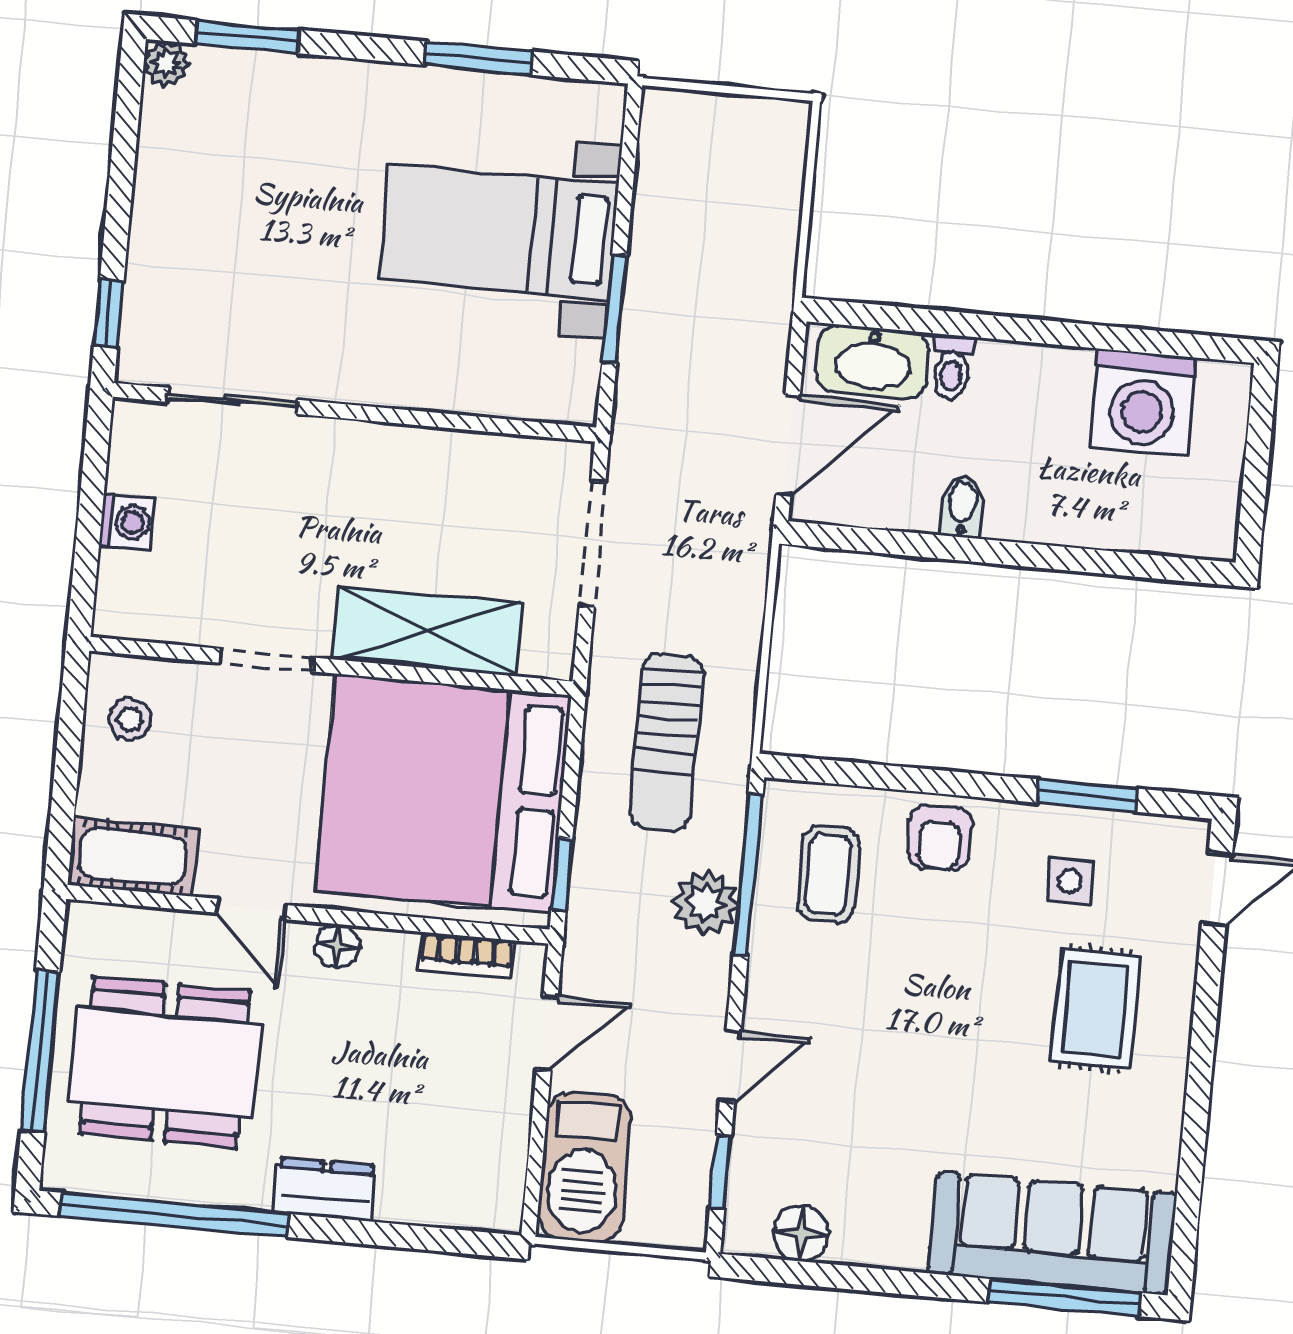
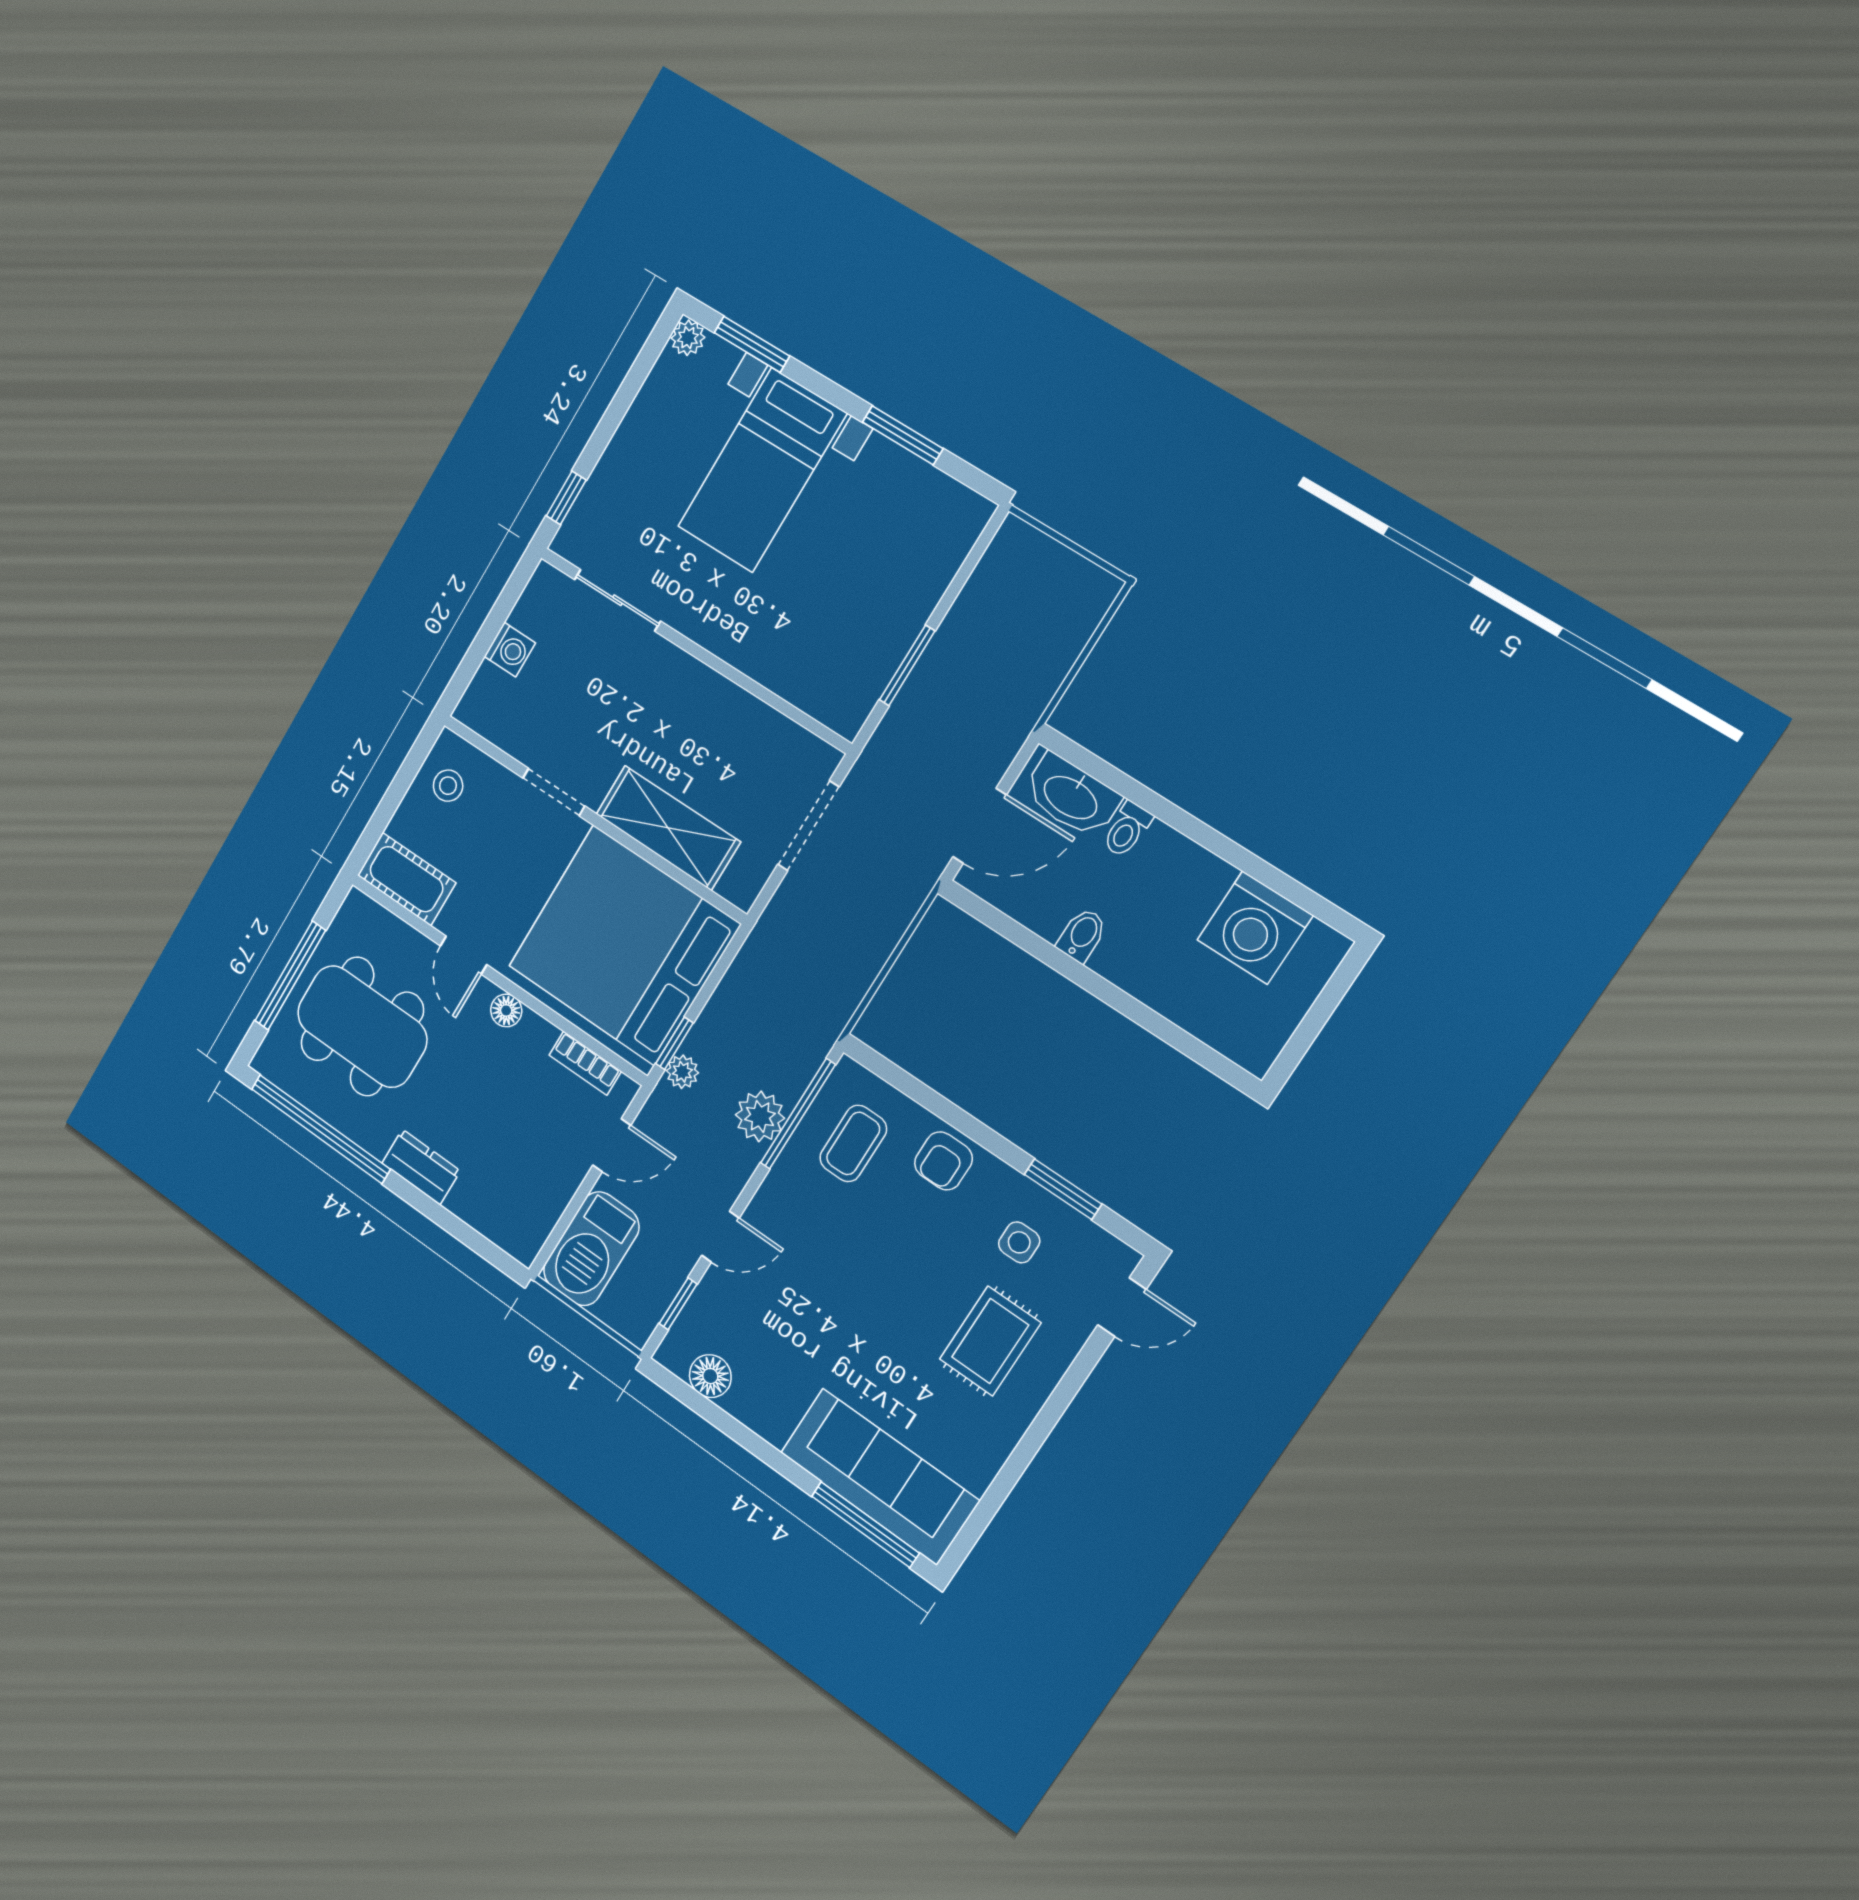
bed with nightstands: (499, 232) -> (762, 470), moved, turned -90
sun lounger: (666, 742) -> (789, 991), removed
plant: (588, 902) -> (682, 1072), added

